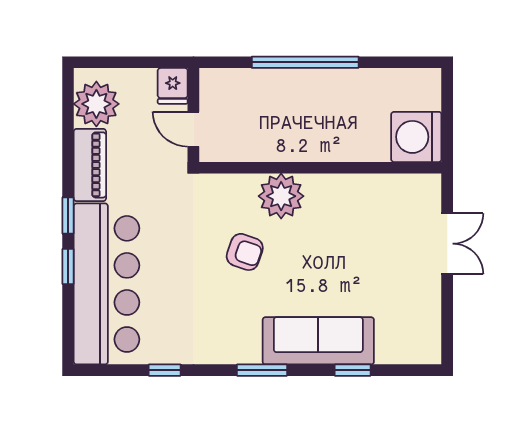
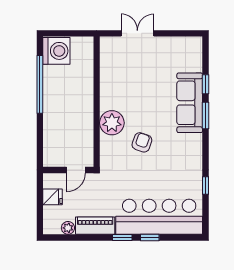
window: (305, 62) -> (40, 84), moved
fridge: (173, 86) -> (53, 197), moved
plant: (96, 104) -> (68, 228), width x0.53, depth x0.53
washing machine: (416, 137) -> (56, 51), moved, turned -90
window: (262, 370) -> (206, 115), moved

